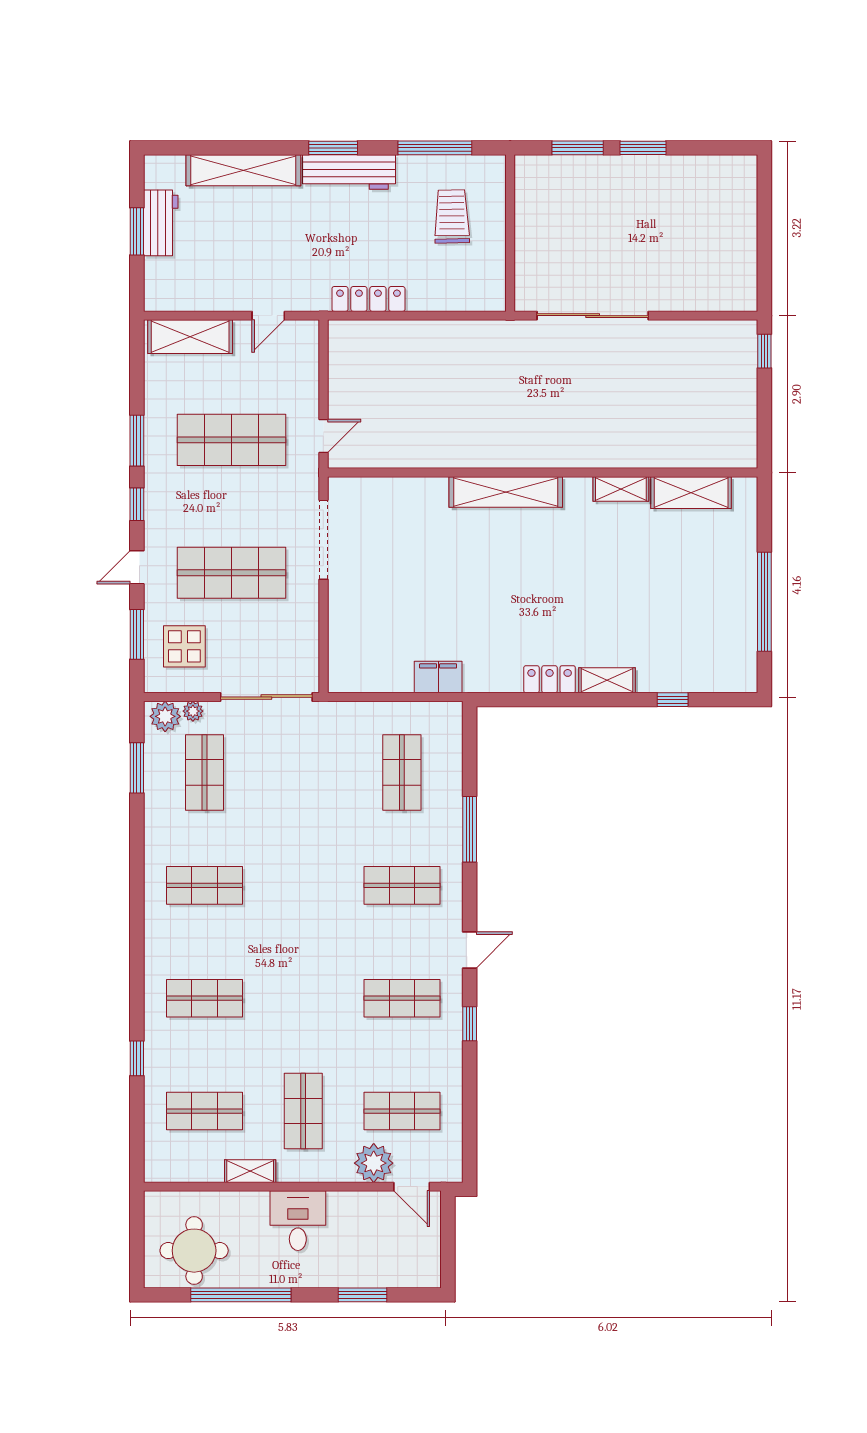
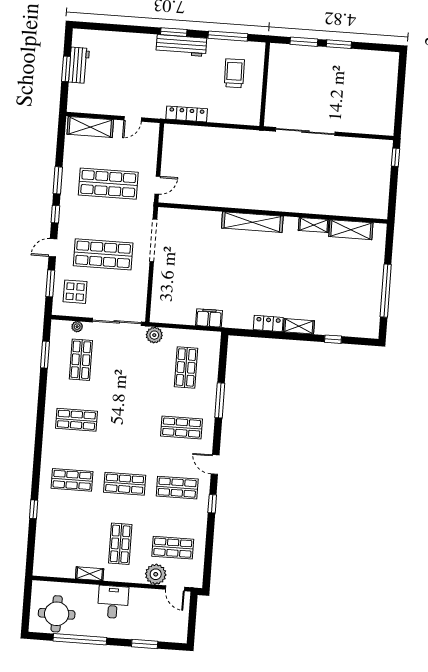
shelving: (243, 170) -> (125, 40), removed
plant: (165, 716) -> (154, 335), moved
door: (470, 950) -> (215, 465), swing flipped
shop shelf: (205, 1111) -> (125, 484), moved

